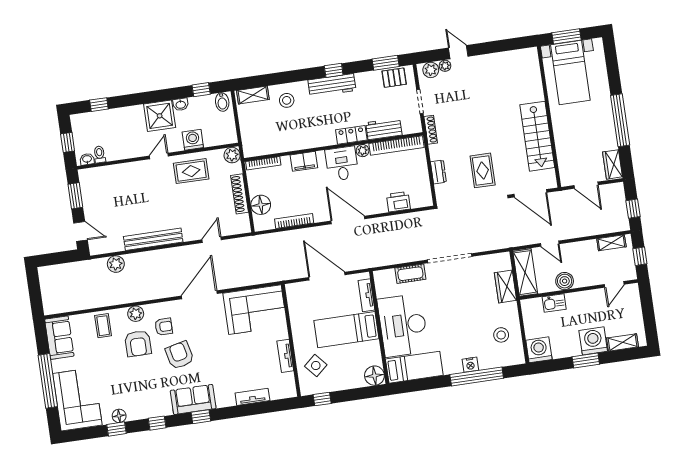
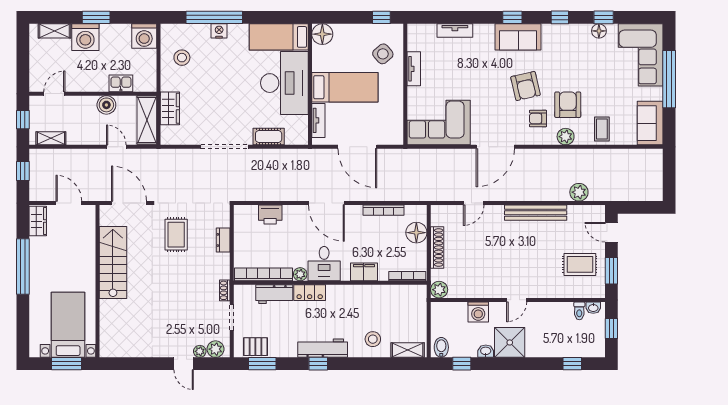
shoe rack: (431, 130) -> (225, 290), width x0.70
rug: (191, 171) -> (580, 264), moved

